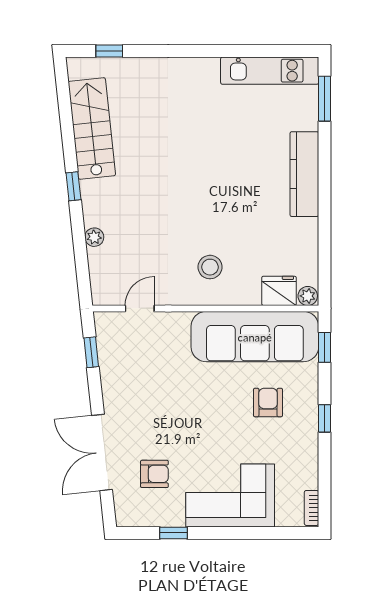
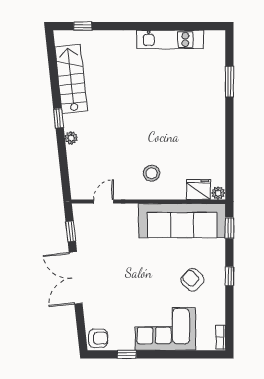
kitchen unit: (270, 71) -> (170, 39), moved
window: (324, 99) -> (229, 82), moved
kitchen counter: (304, 174) -> (216, 110), removed
plant: (94, 237) -> (71, 138), moved
armchair: (268, 403) -> (192, 280), moved, turned -47
double door: (102, 452) -> (76, 278), moved
armchair: (154, 474) -> (98, 338), moved

